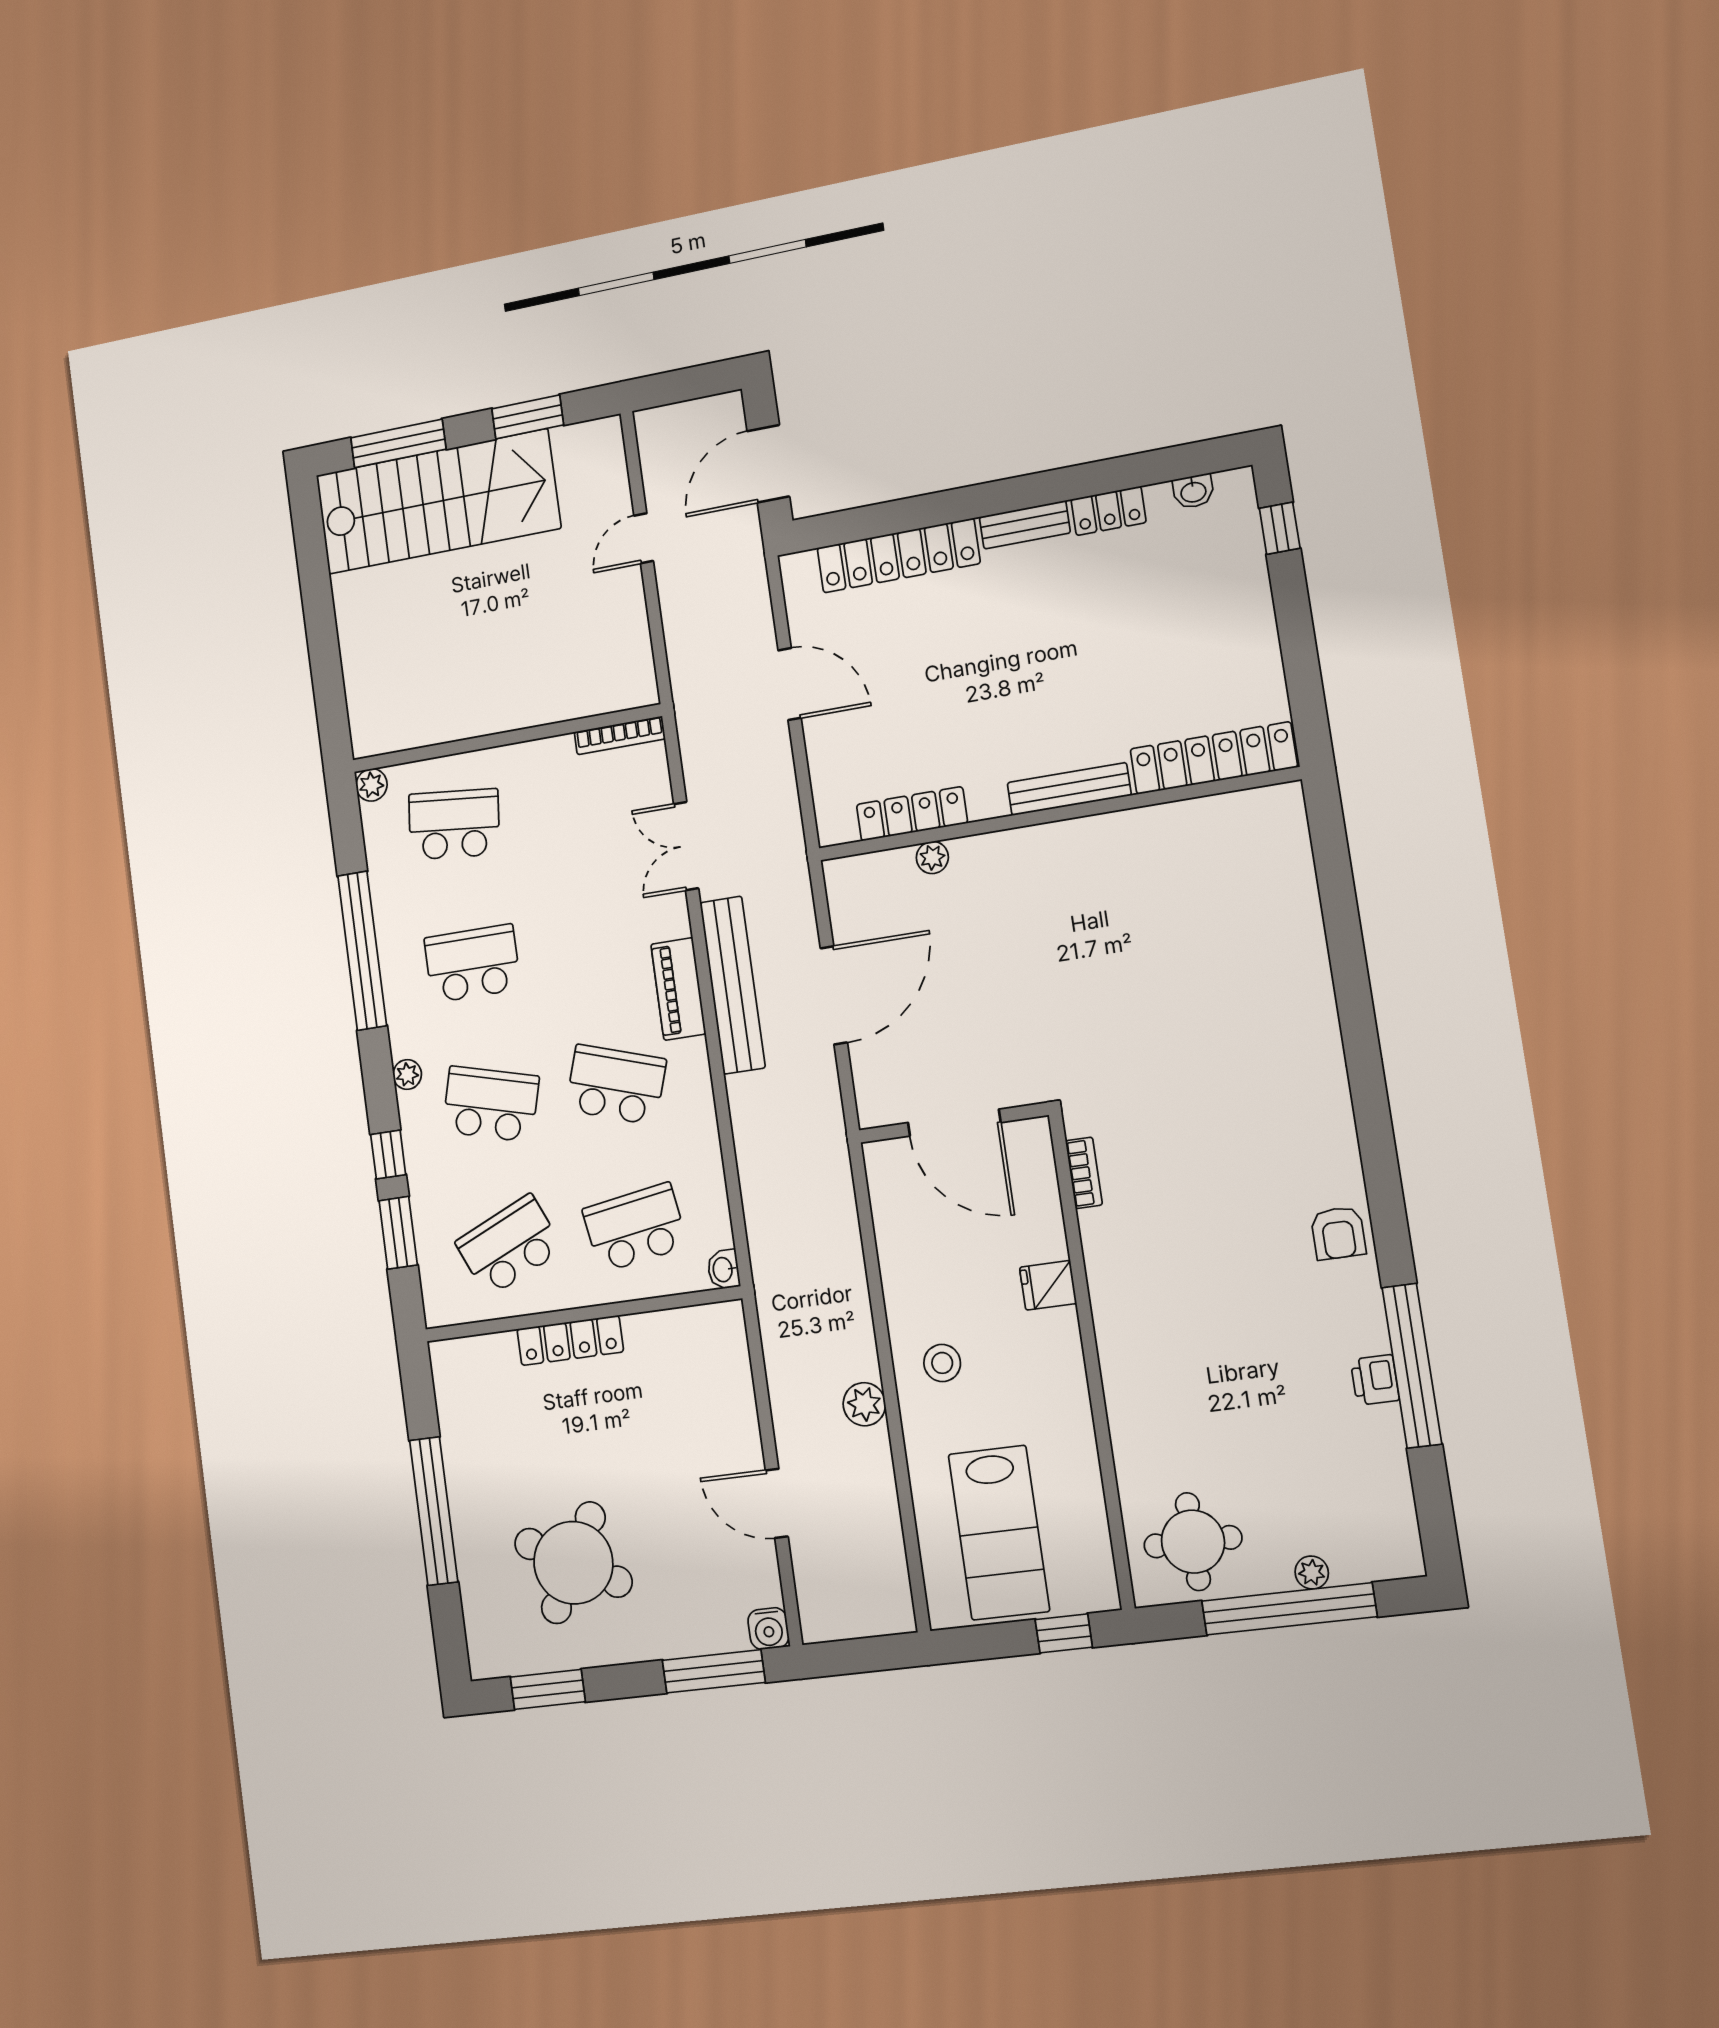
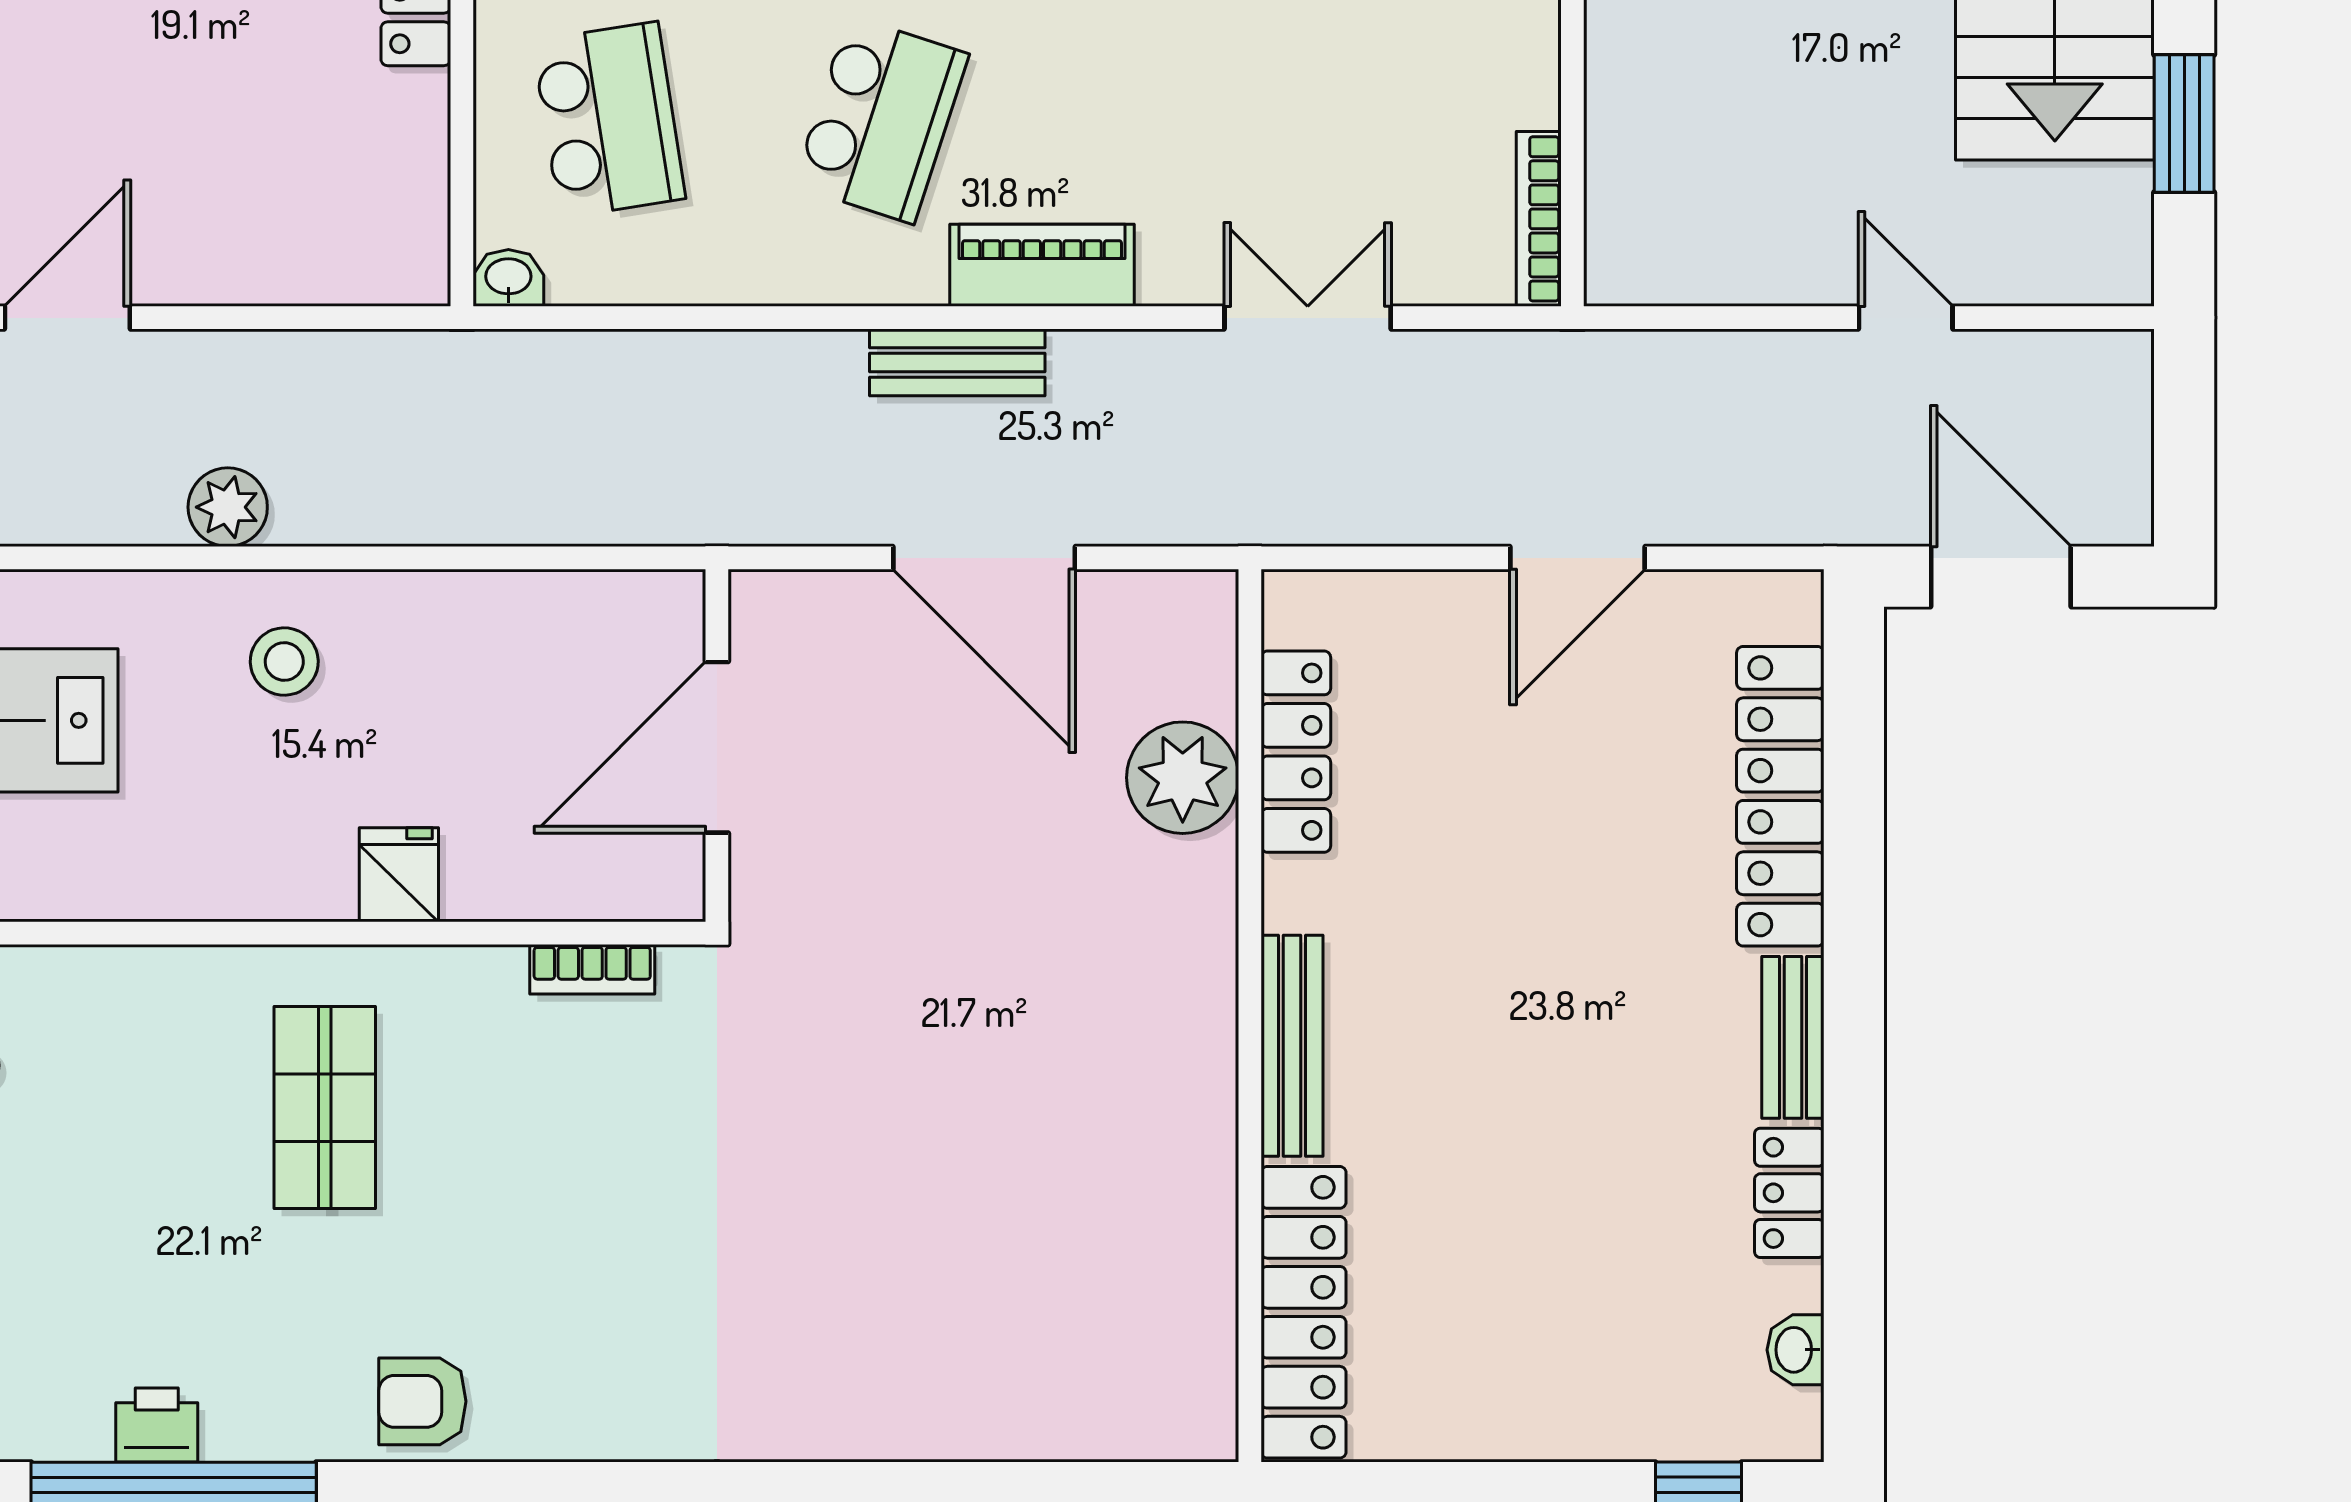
plant: (932, 858) -> (1183, 778), width x1.87, depth x1.87
bench: (733, 985) -> (957, 362), width x0.54, depth x0.82
shop shelf: (1182, 1309) -> (325, 1108), added

